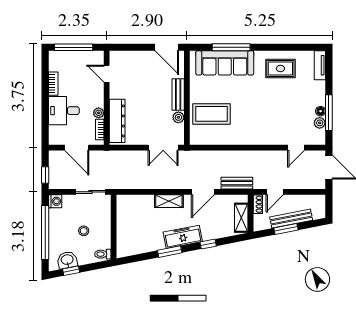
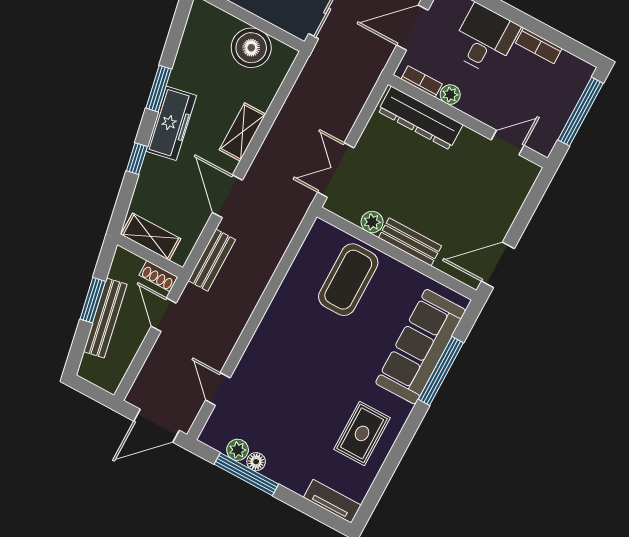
boiler: (127, 218) -> (251, 48), added

